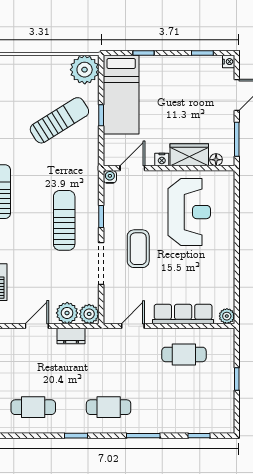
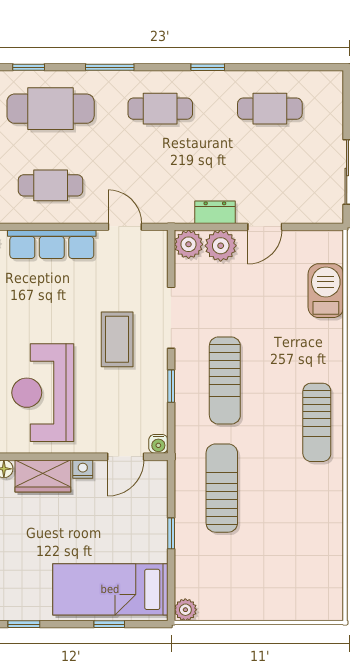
plant: (85, 70) -> (185, 610), width x0.53, depth x0.53
bed: (121, 95) -> (110, 589), moved, turned -90
sun lounger: (59, 120) -> (222, 488), moved, turned 122
door: (133, 326) -> (125, 227), swing flipped
cafe table: (184, 407) -> (51, 109), added

